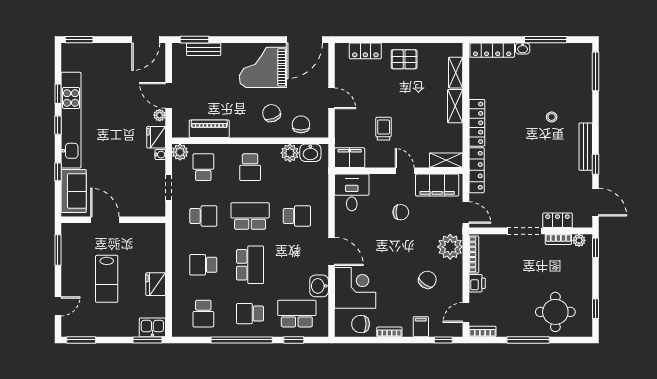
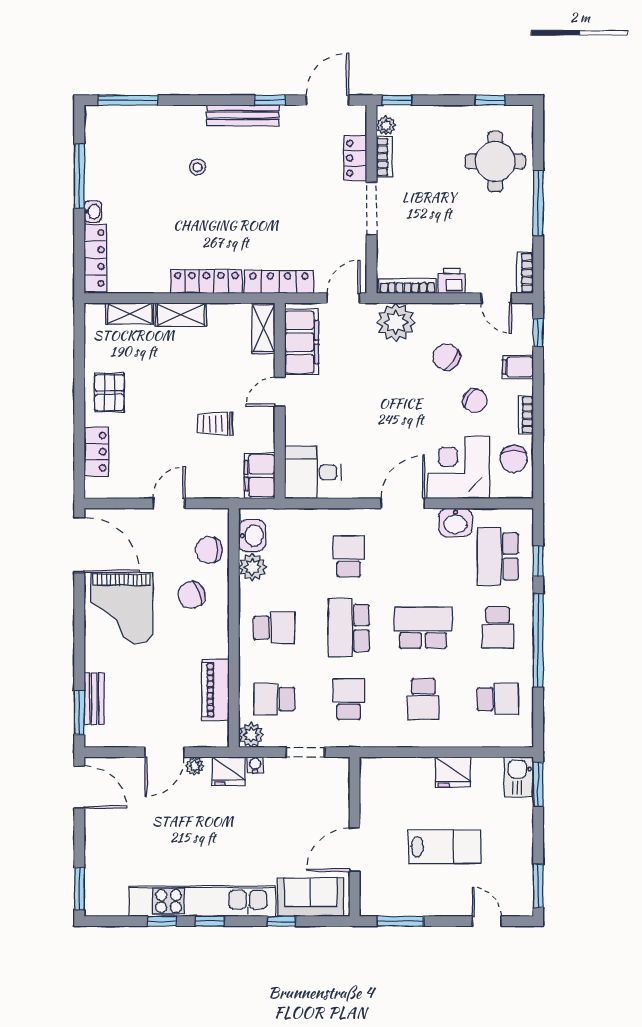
chair: (401, 212) -> (475, 400), moved, turned 124

